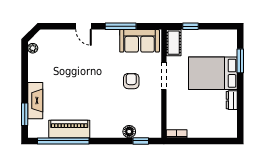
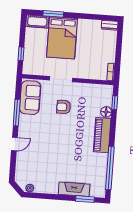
cot: (174, 43) -> (37, 21), moved
dresser: (232, 100) -> (110, 25), moved
piano: (69, 129) -> (102, 135), moved

